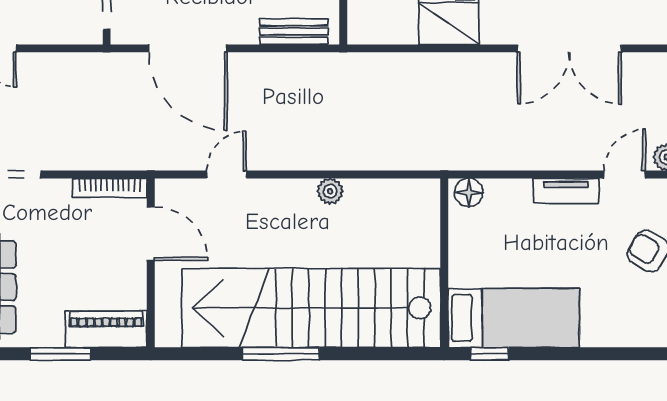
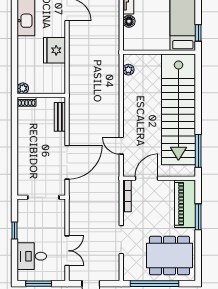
plant: (330, 191) -> (128, 70), moved
floor lamp: (469, 192) -> (129, 21), moved
piano: (106, 329) -> (185, 204), width x1.37, depth x1.33
window: (281, 354) -> (198, 151), moved

